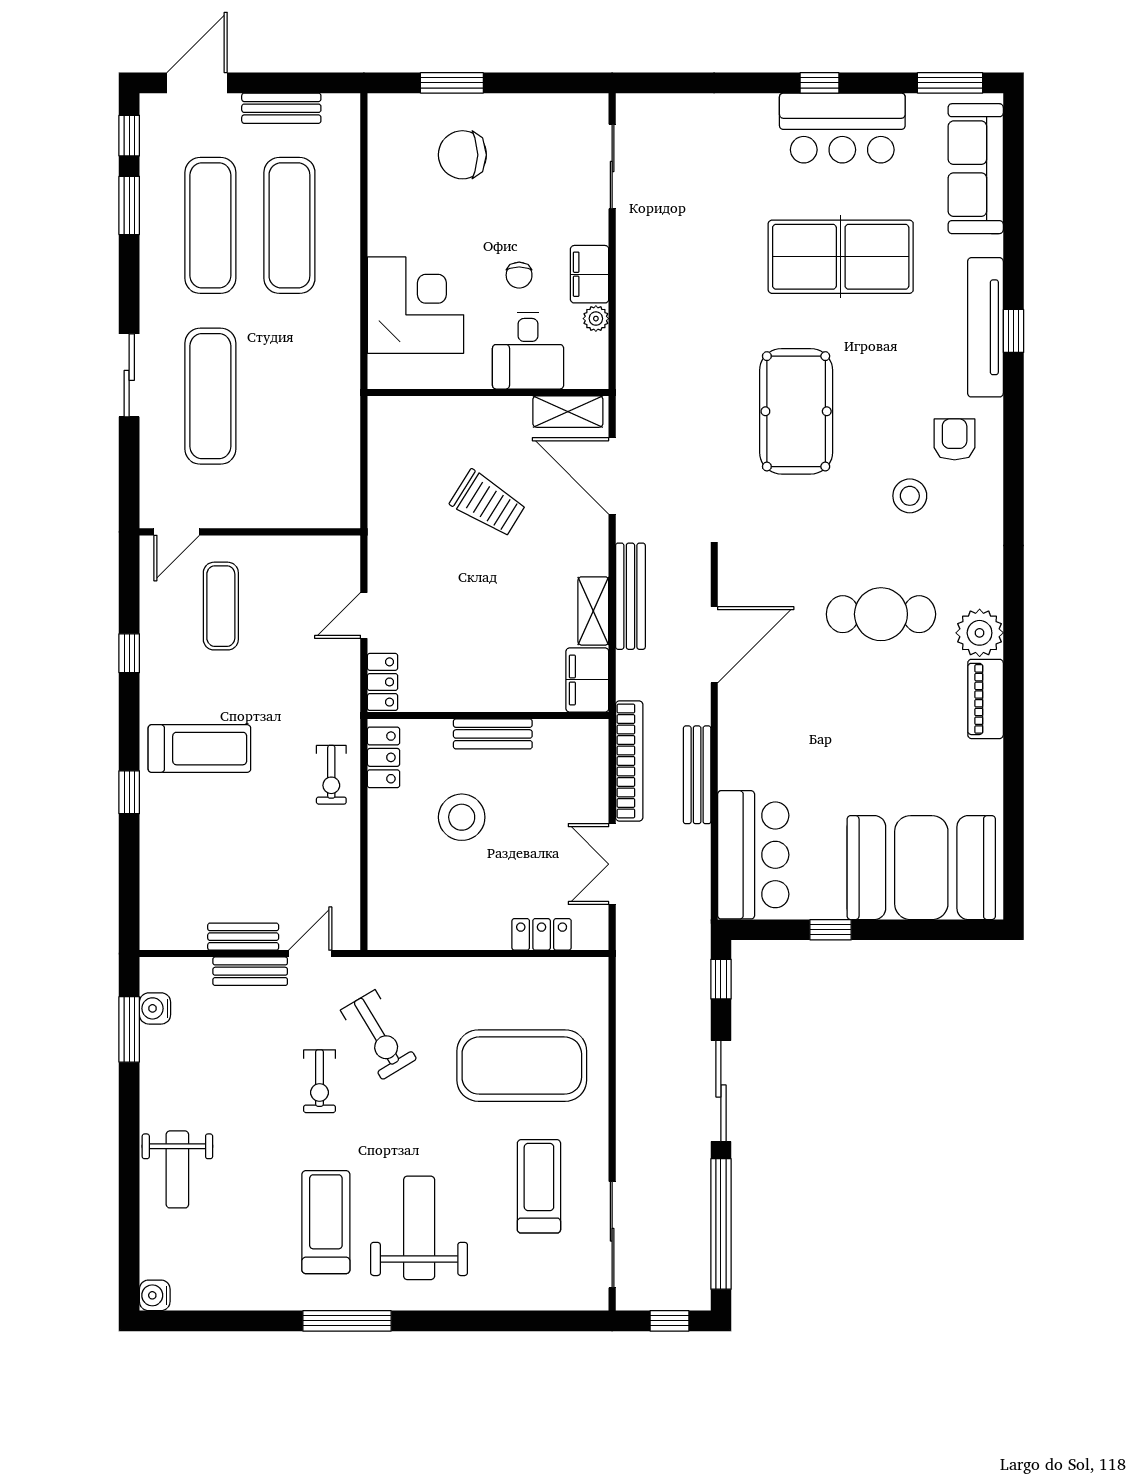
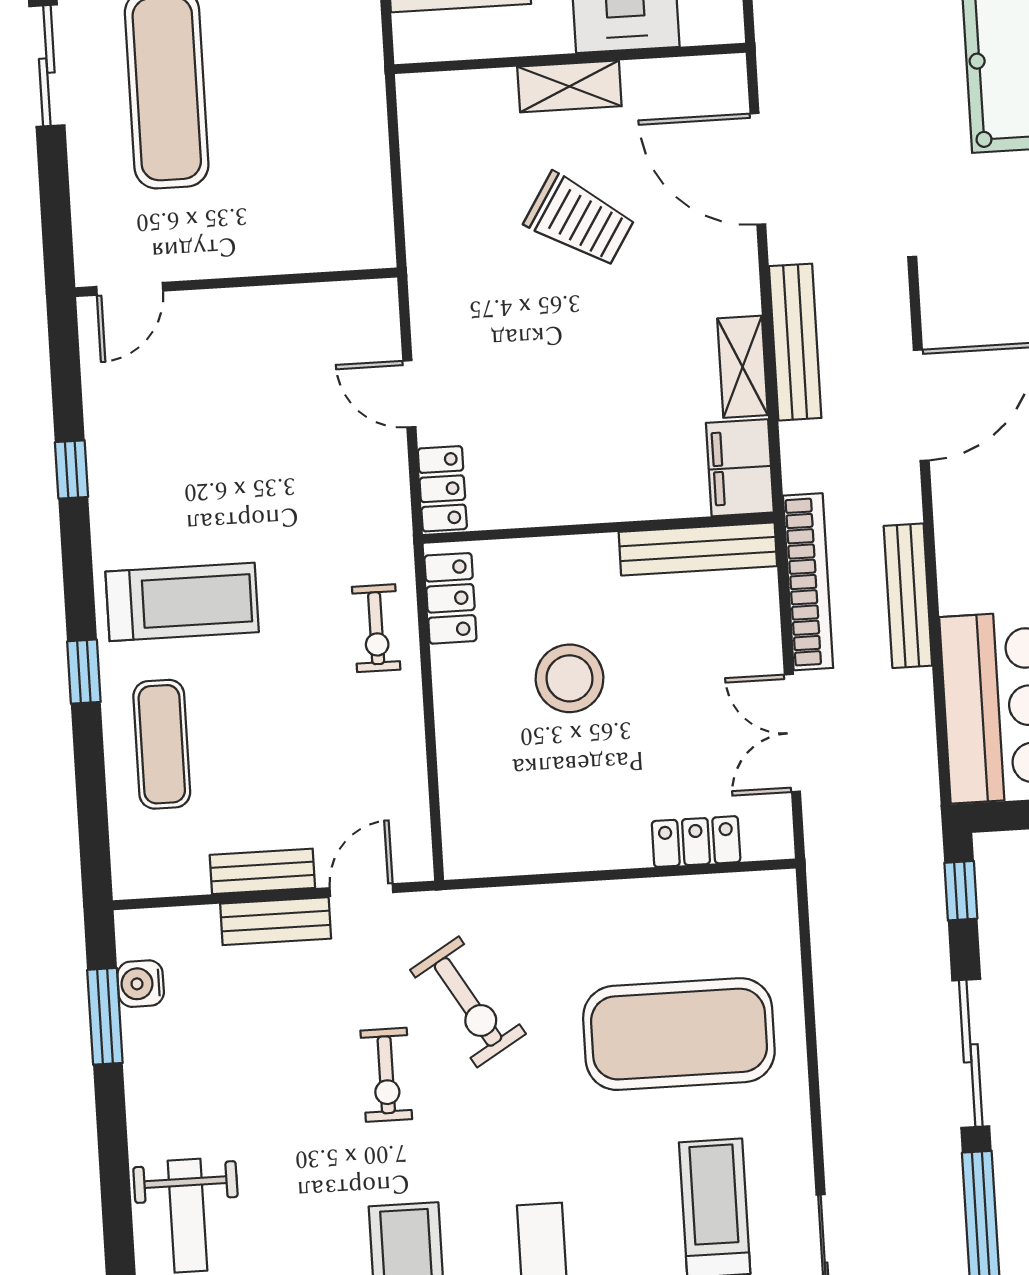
shelving: (568, 412) -> (569, 86), moved
exercise mat: (221, 606) -> (162, 744), moved
door: (364, 616) -> (409, 394), hinge flipped
bench: (493, 734) -> (698, 549), moved, width x1.36

